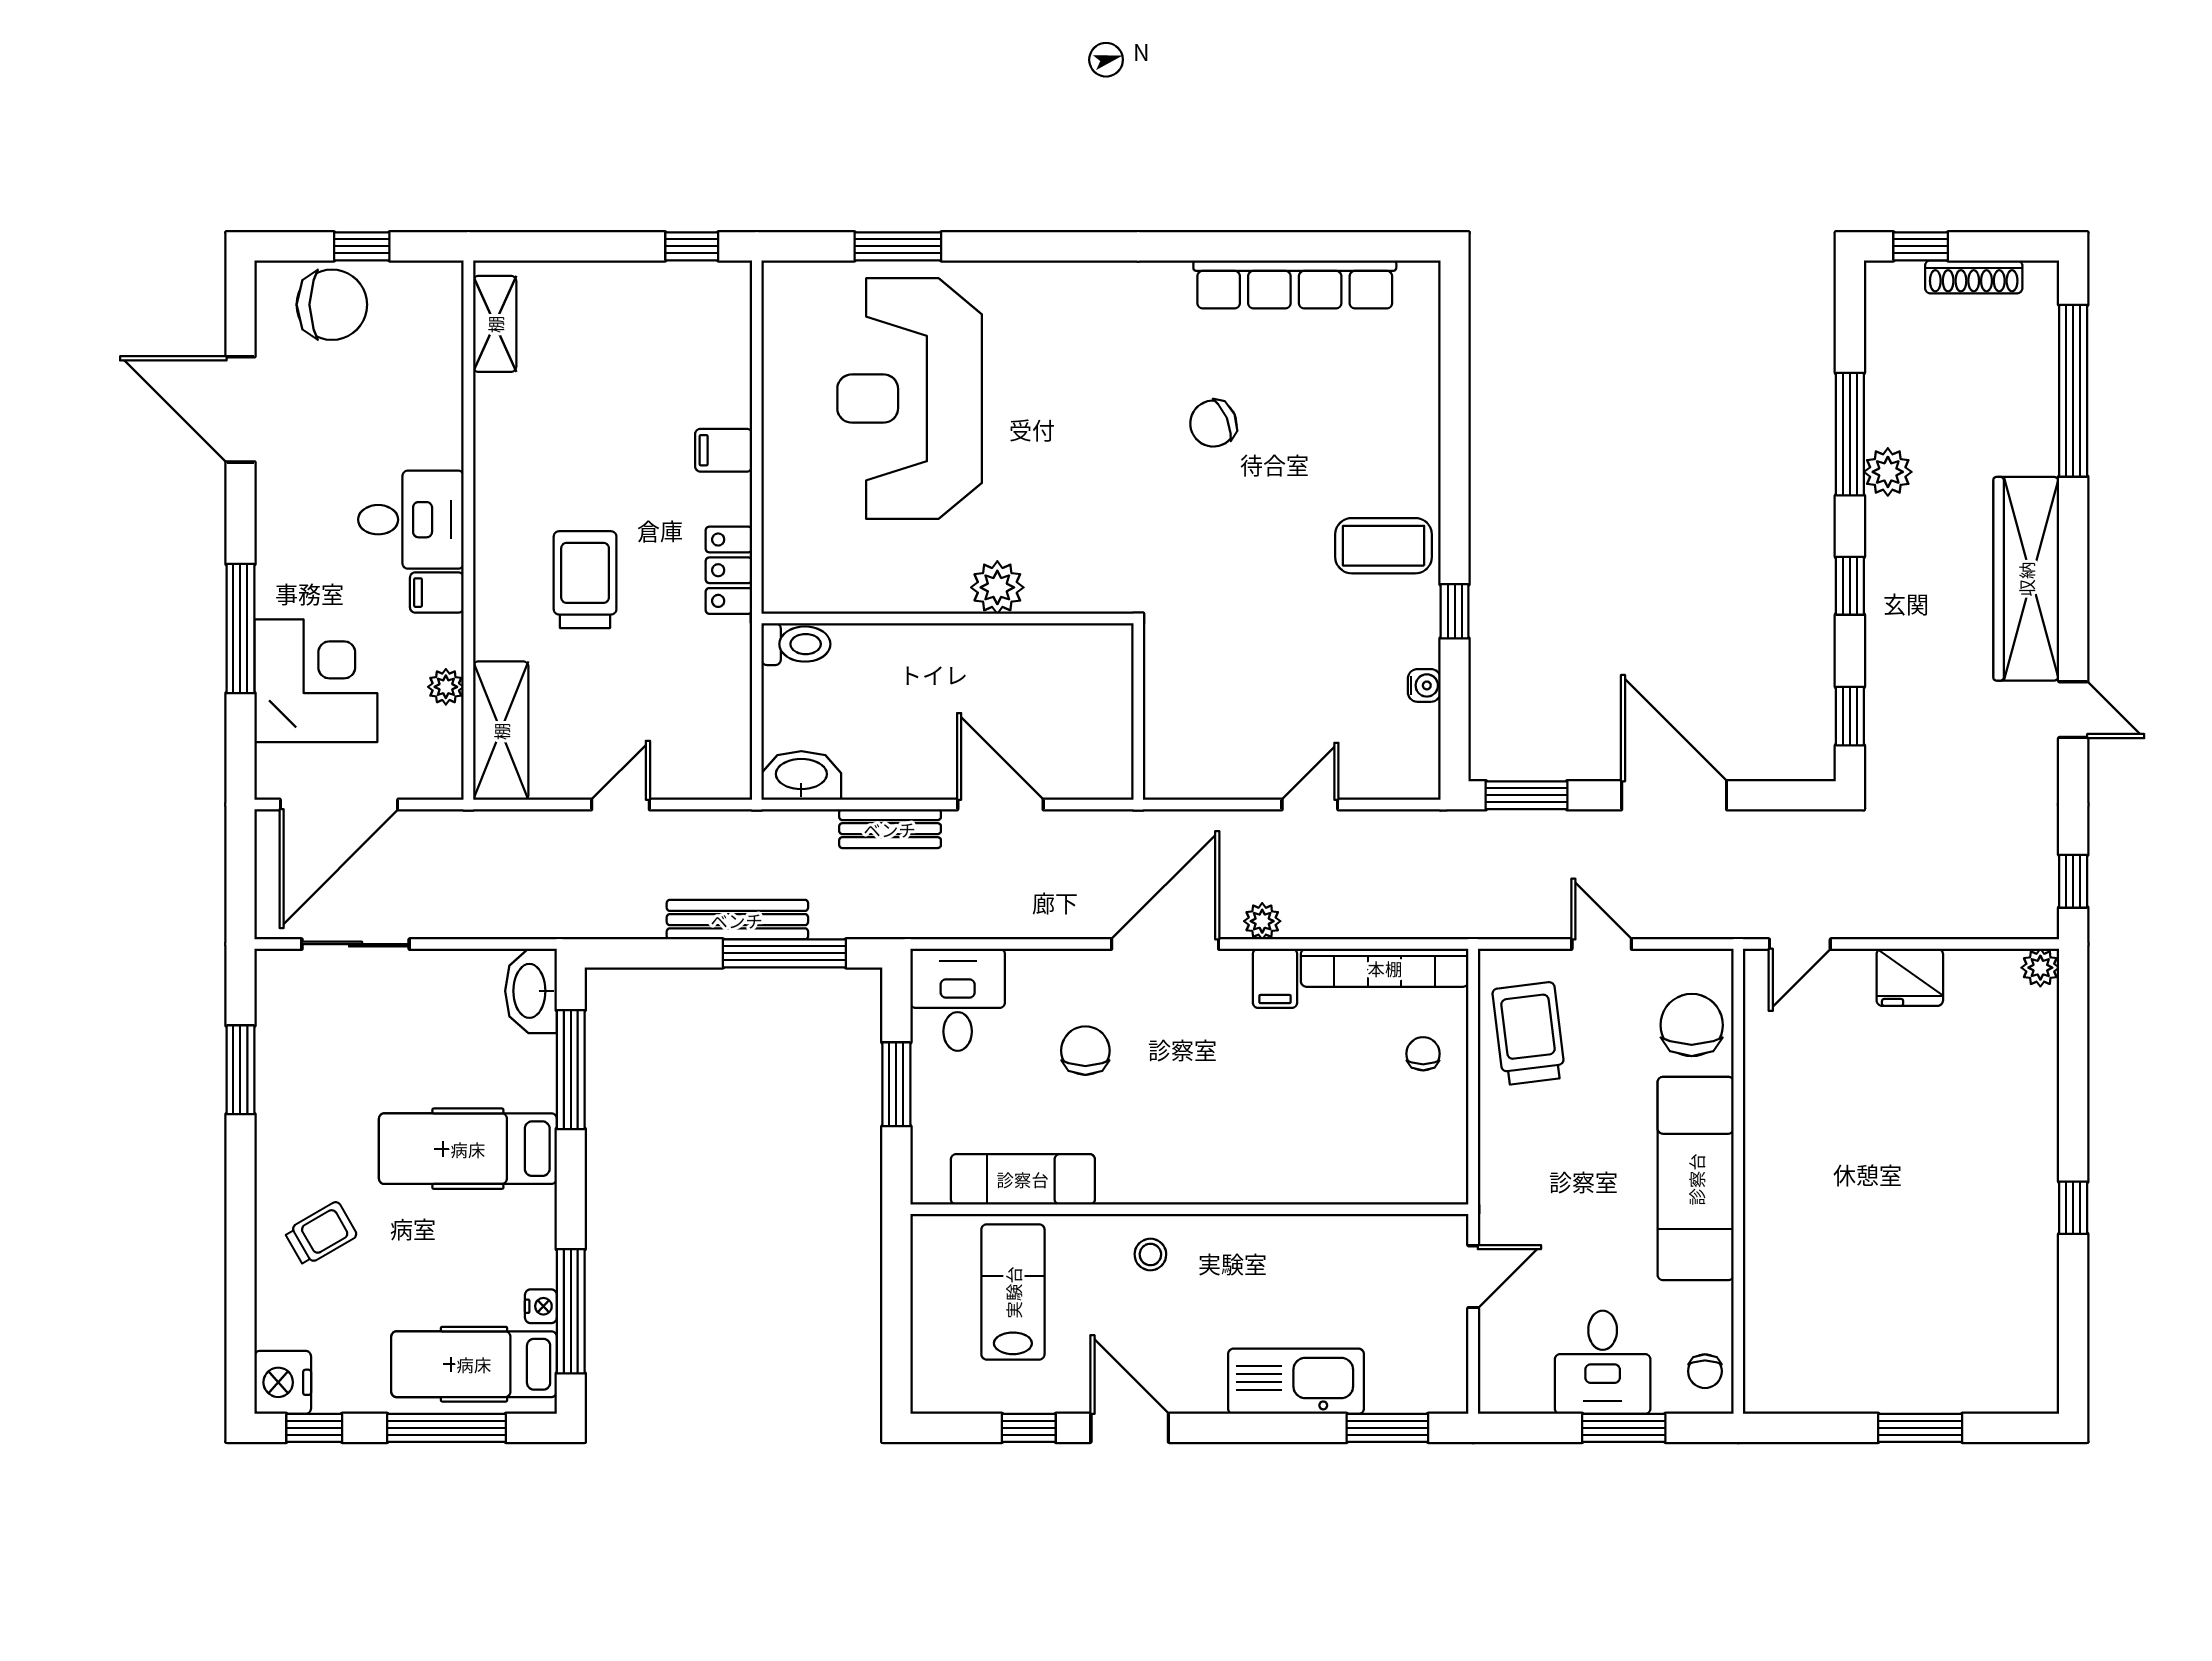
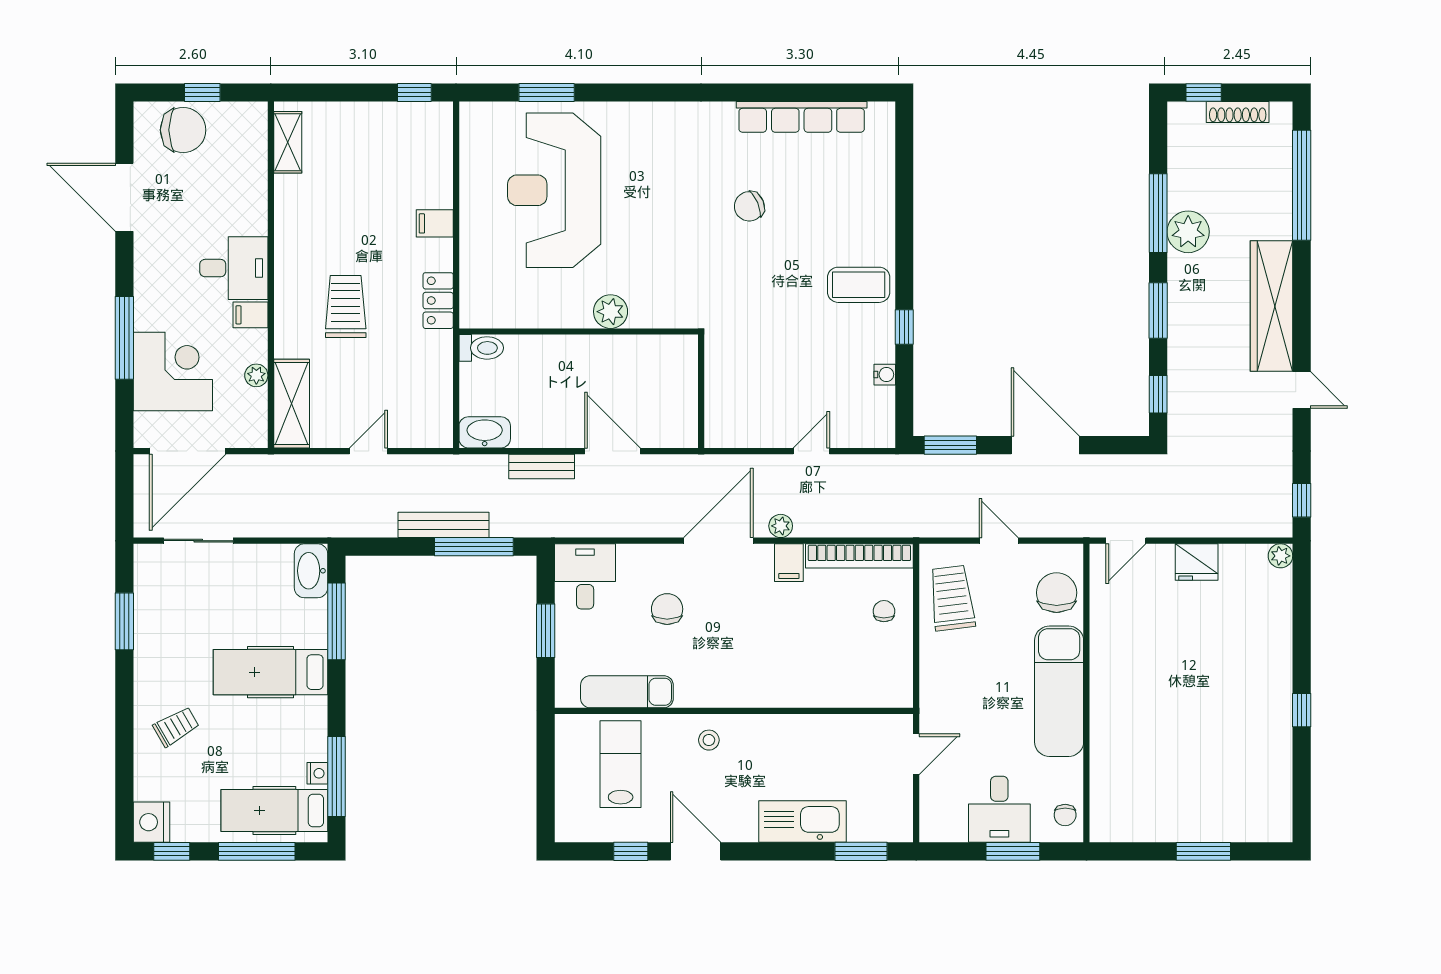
plant: (1888, 472) -> (1188, 232), width x1.36, depth x1.36
window: (1850, 586) -> (1158, 310), width x1.50

